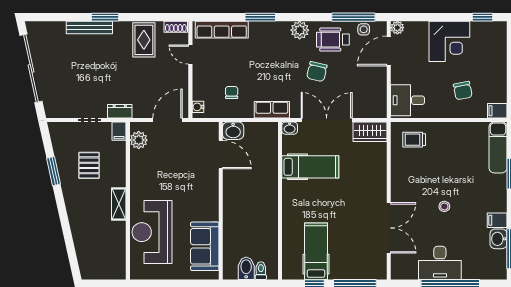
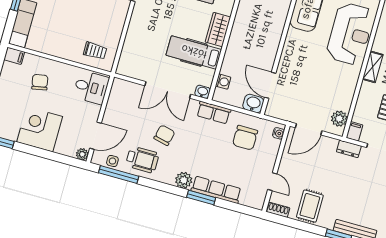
row of seats: (222, 30) -> (216, 190), moved
plant: (300, 30) -> (184, 180), moved
chair: (232, 92) -> (245, 138), width x1.87, depth x1.87
wardrobe: (370, 132) -> (218, 30), moved, turned -90
washing machine: (271, 145) -> (223, 82), added

